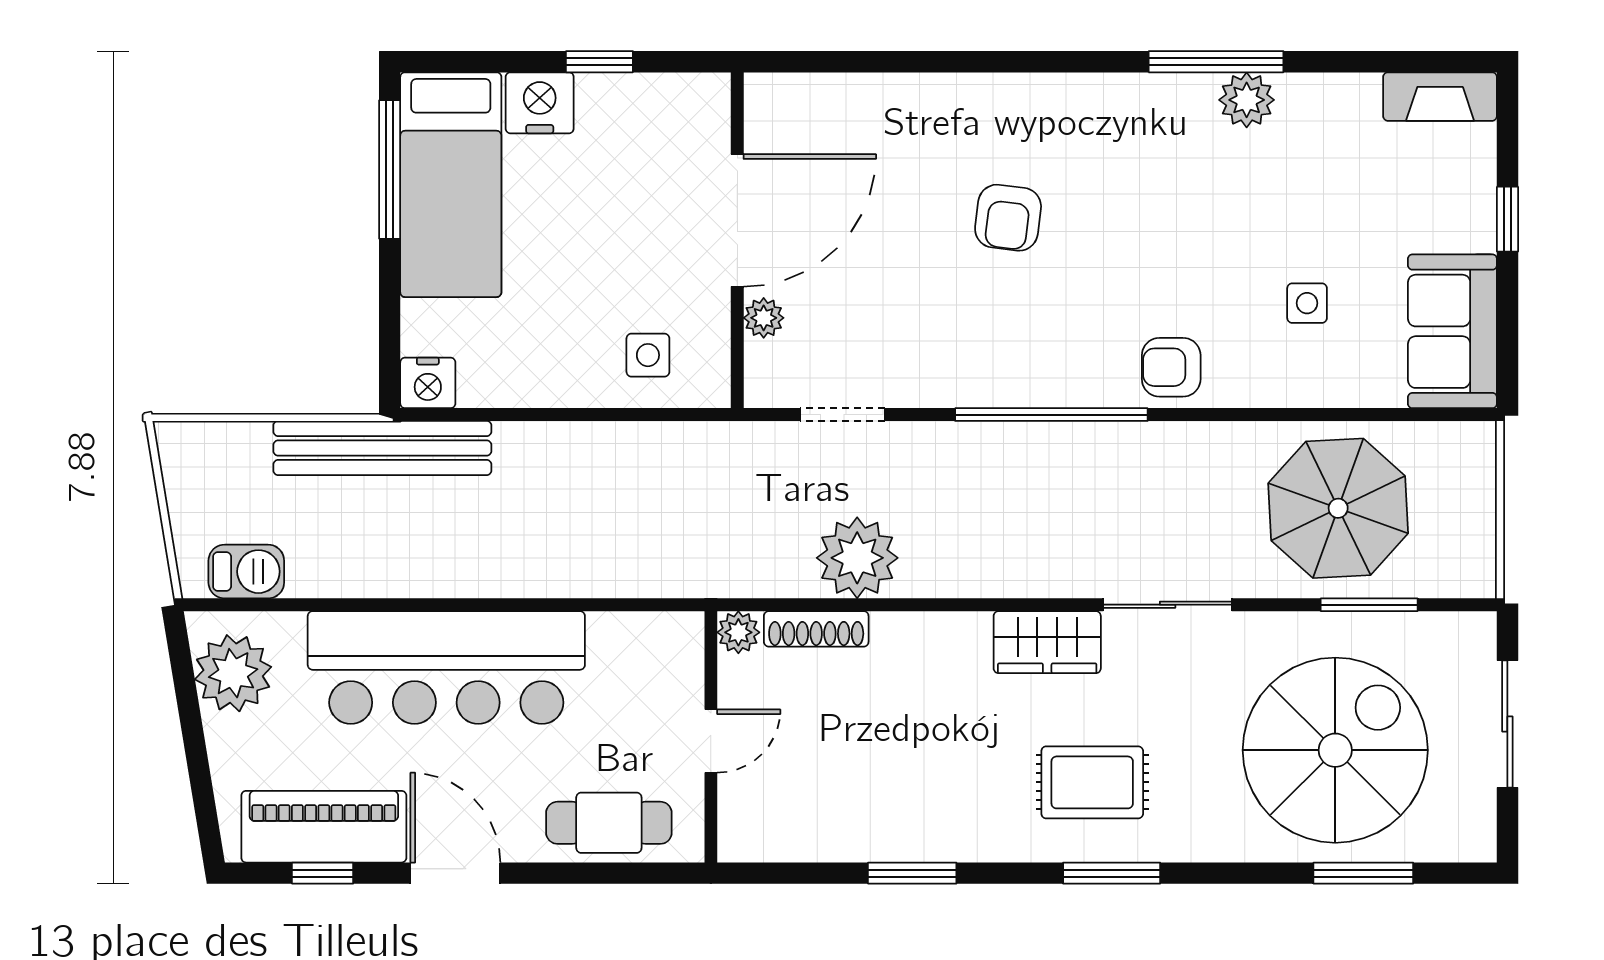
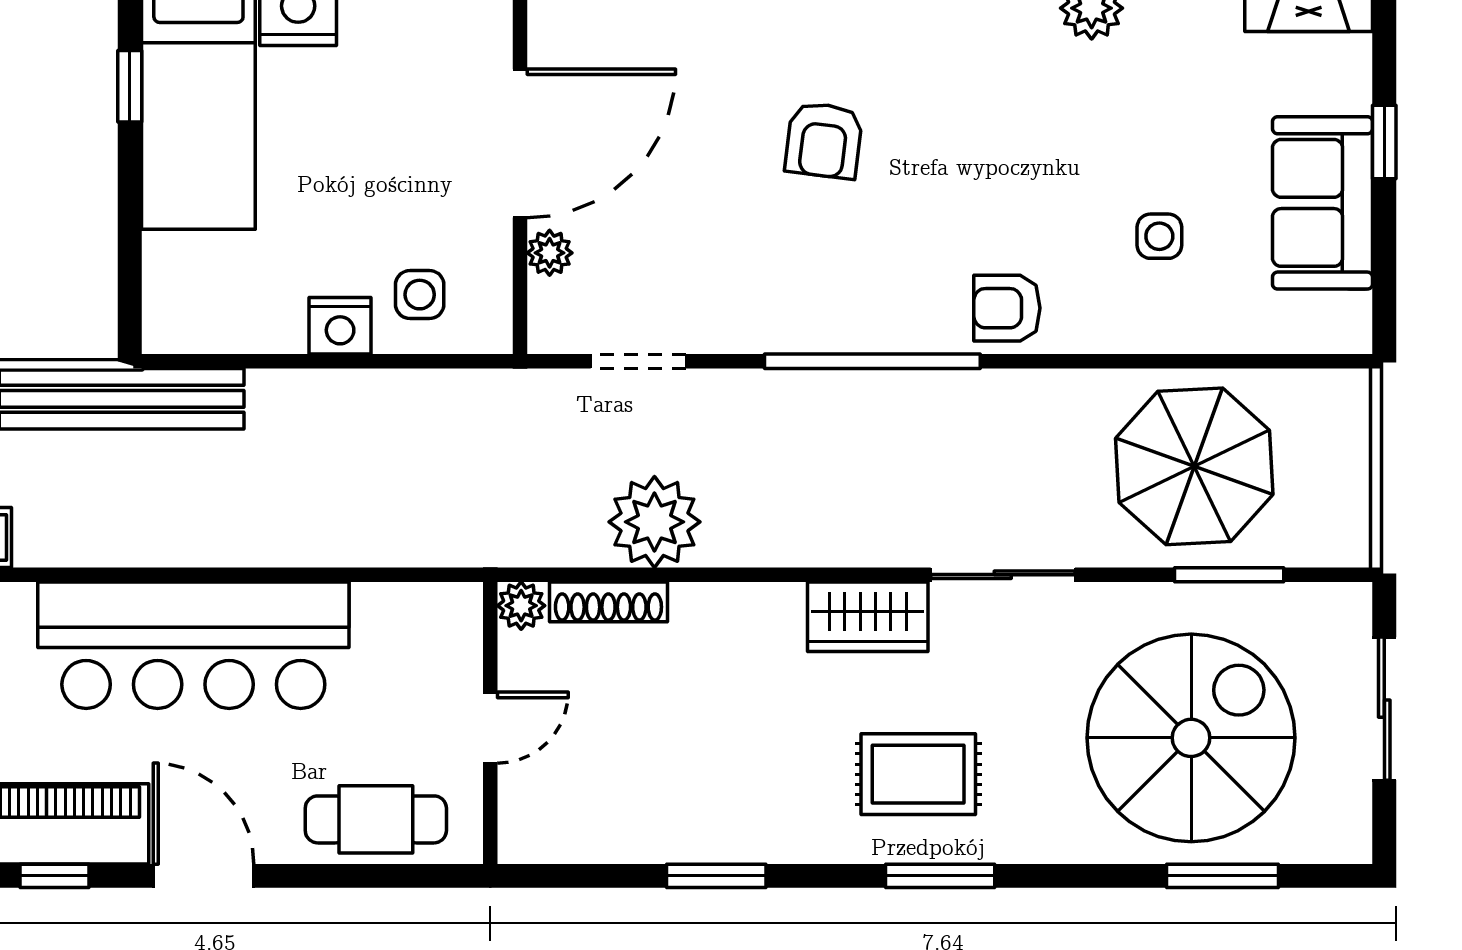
window: (390, 170) -> (130, 86), width x0.46
sofa: (1452, 331) -> (1322, 203), moved
nightstand: (428, 383) -> (340, 326), moved

